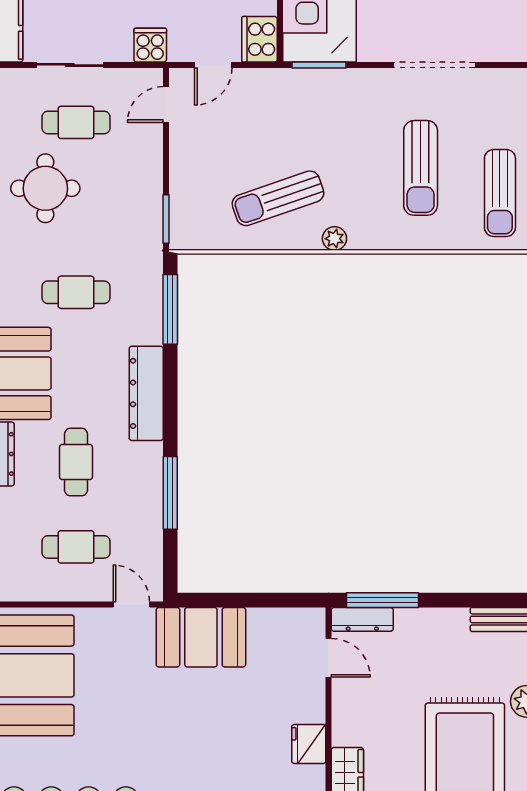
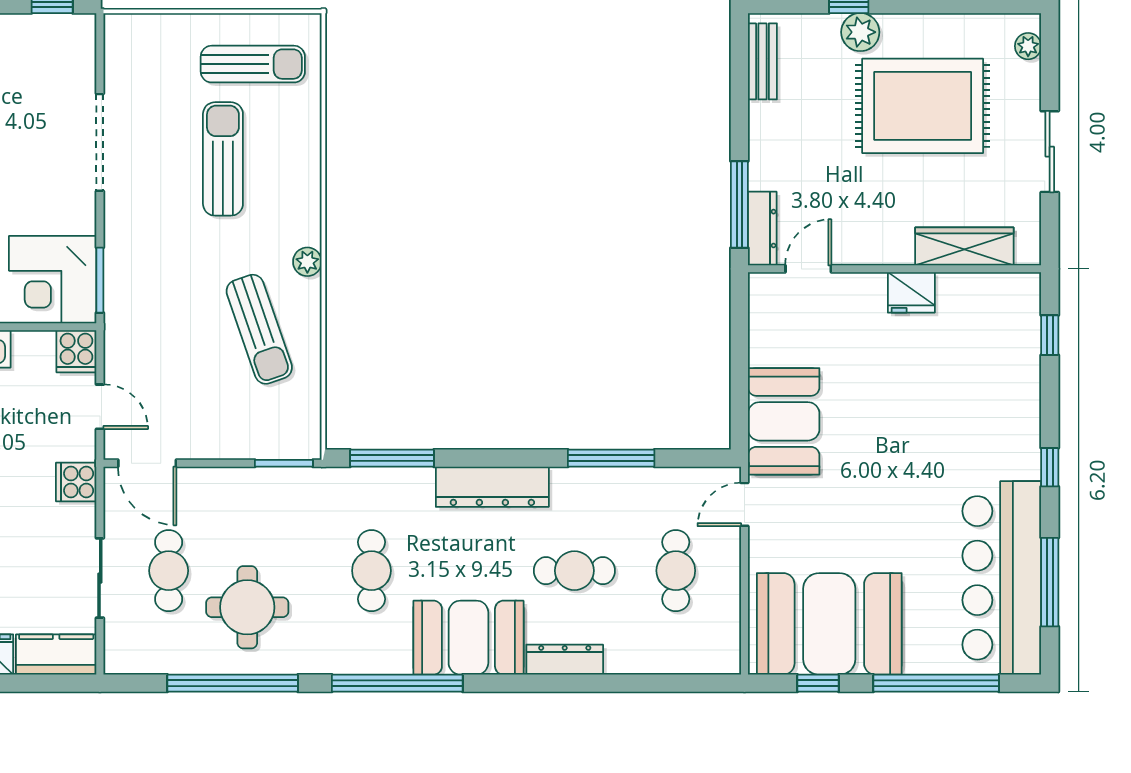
cooker: (260, 39) -> (76, 351), width x0.73
door: (166, 104) -> (147, 463), width x1.38
sun lounger: (421, 168) -> (223, 159), turned -90

